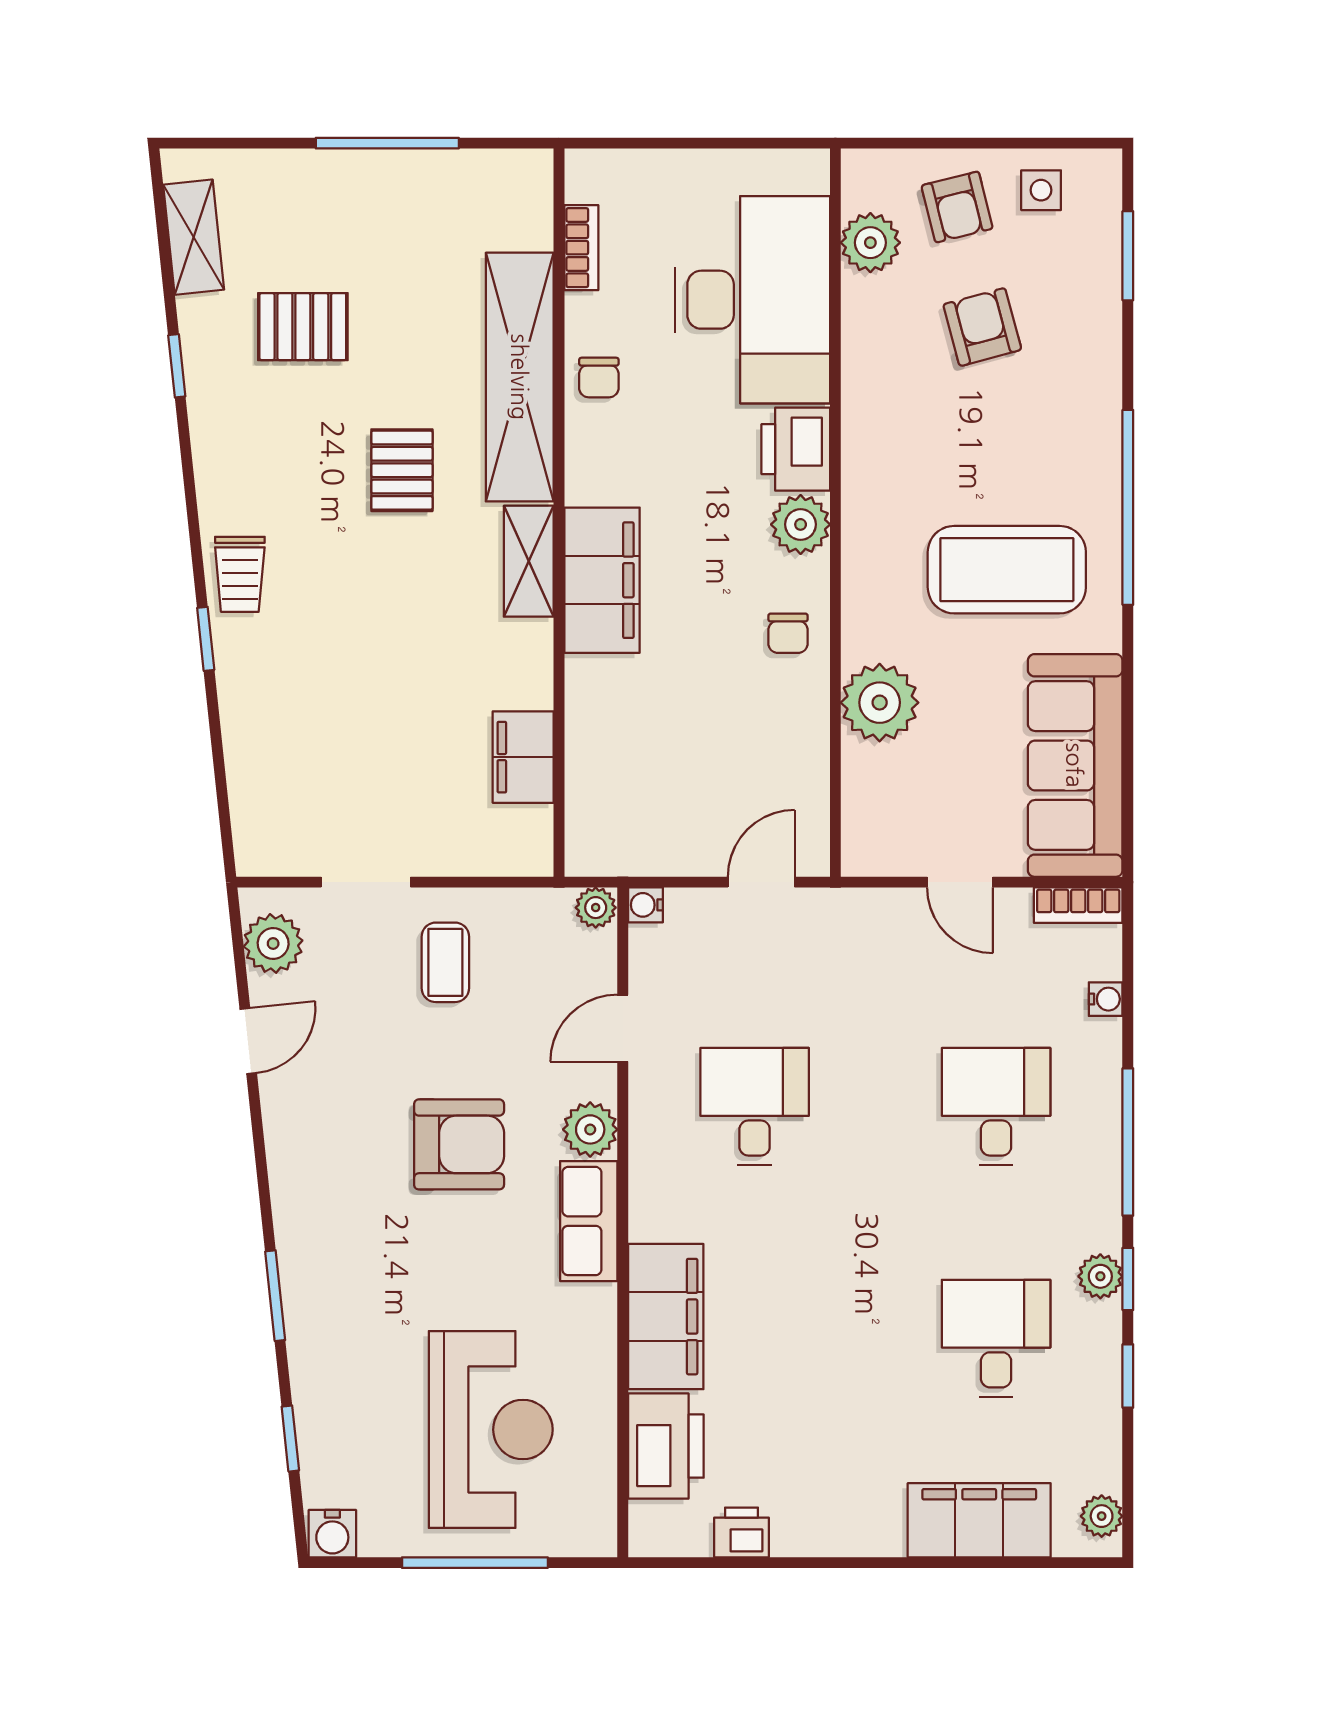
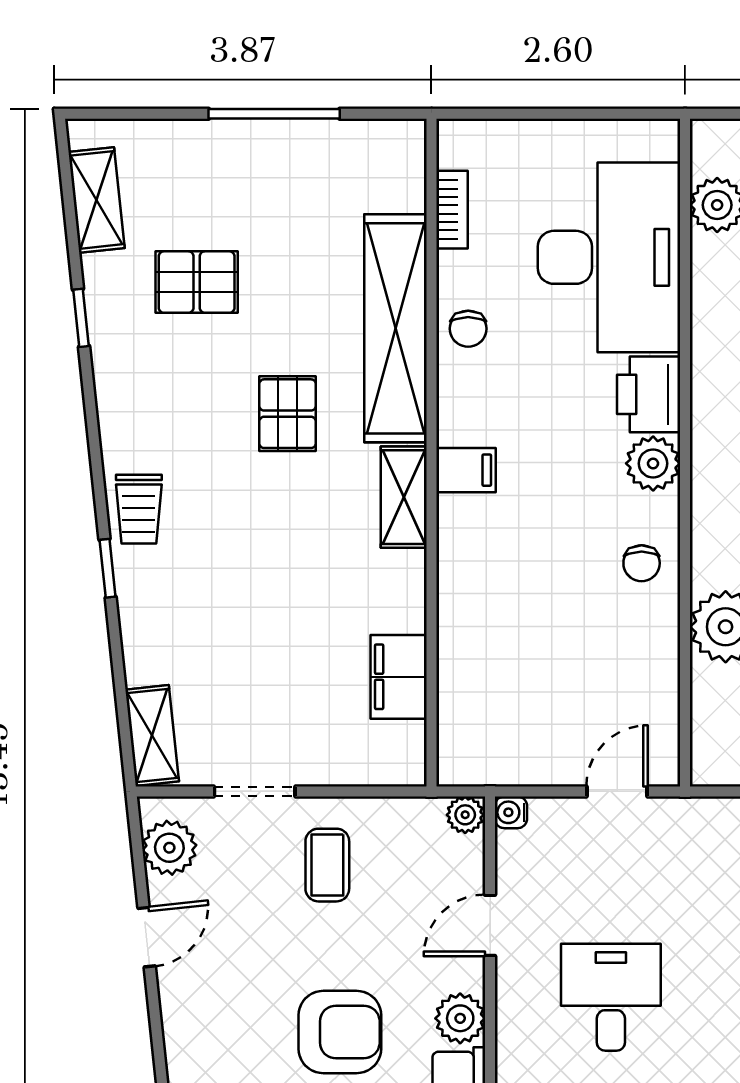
filing cabinet: (602, 580) -> (466, 470), width x0.33, depth x0.86
shelving: (254, 821) -> (152, 735), added

